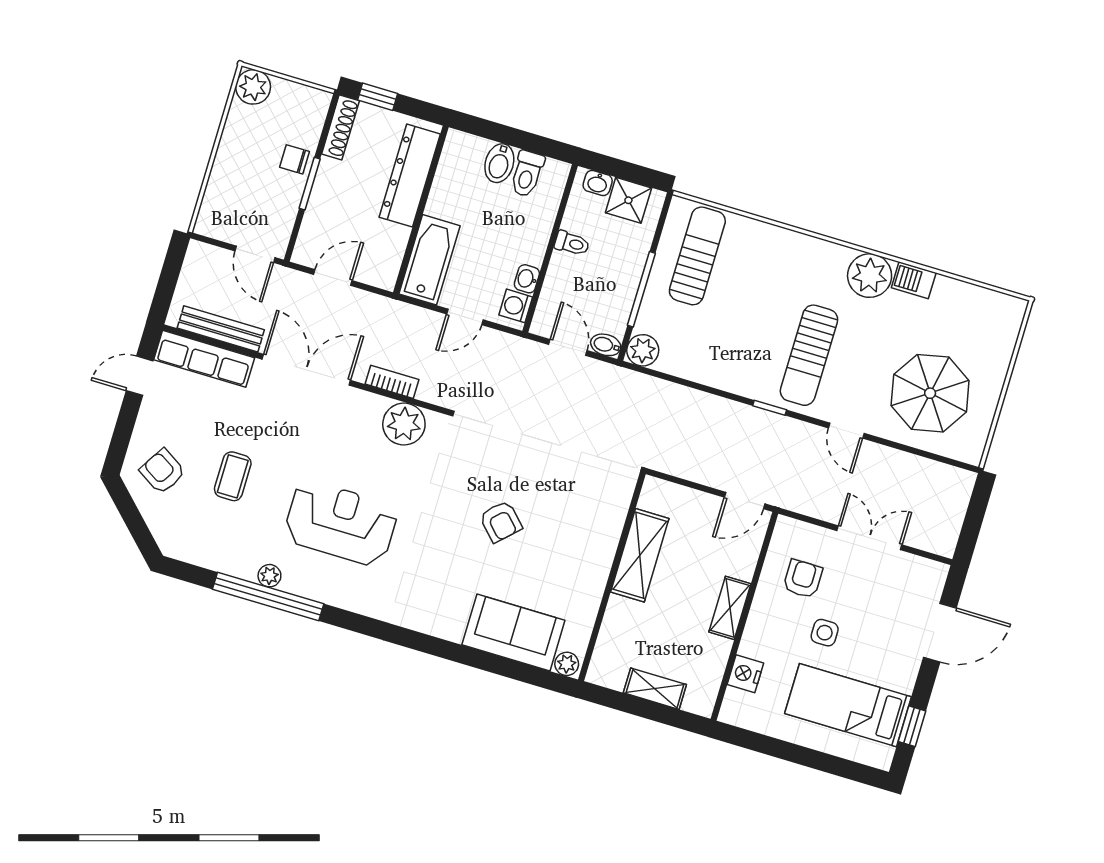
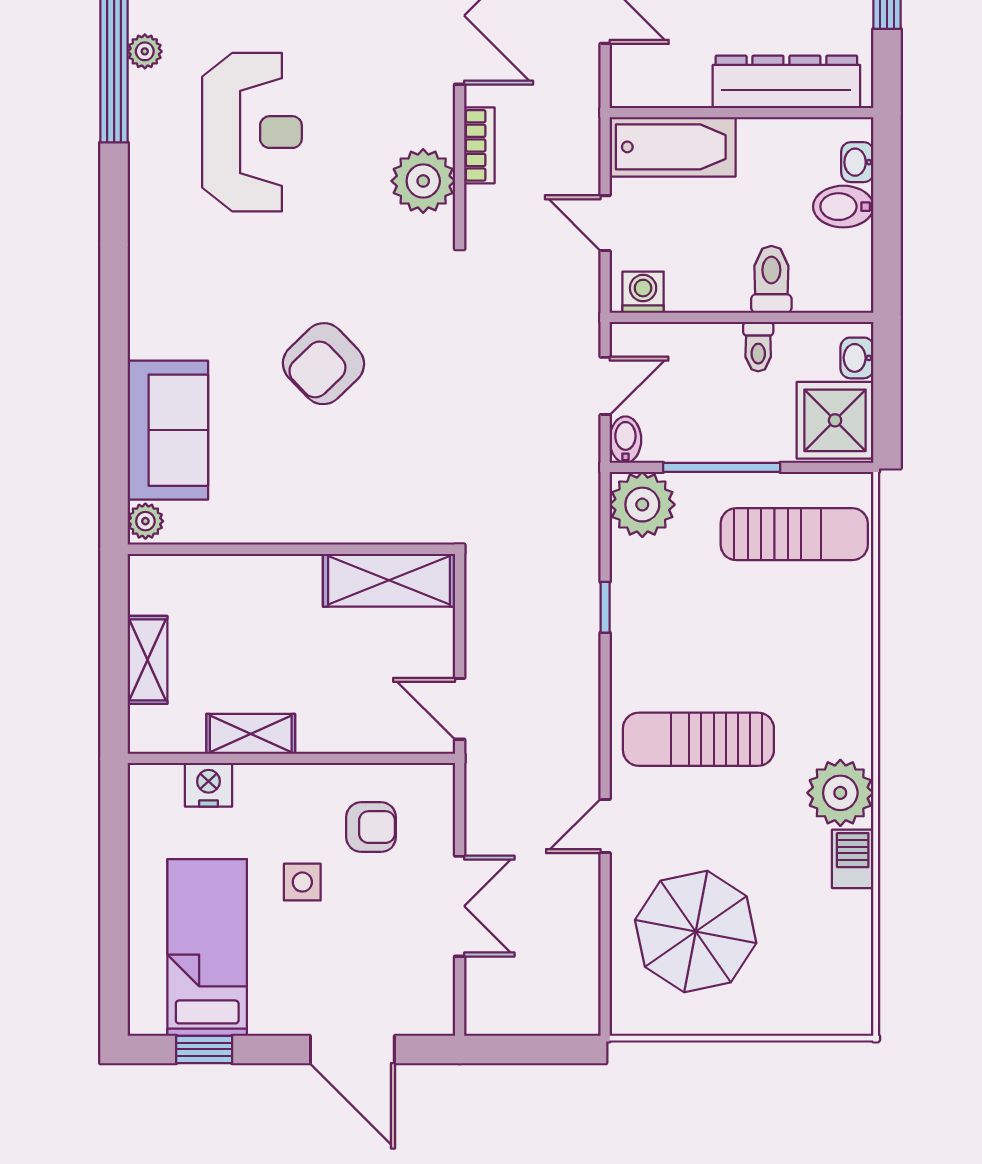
toilet: (527, 174) -> (771, 279), moved, turned 90
shower: (628, 200) -> (835, 420), width x1.36, depth x1.36
washbasin: (527, 279) -> (857, 162), moved, turned -90
plant: (643, 350) -> (642, 505), width x1.36, depth x1.36
window: (770, 408) -> (605, 607), moved
armchair: (501, 522) -> (323, 364), width x1.38, depth x1.38
shelving: (640, 555) -> (389, 580), moved
shelving: (730, 608) -> (251, 734), moved

